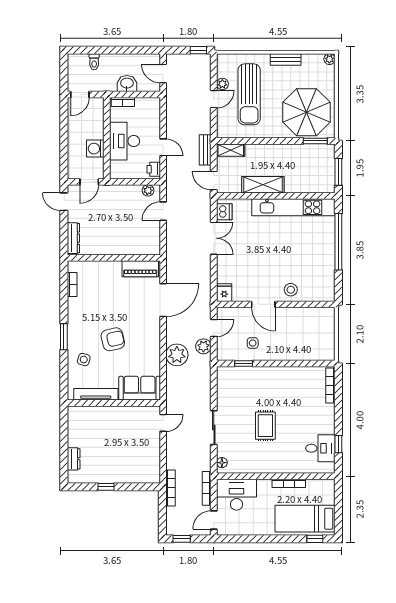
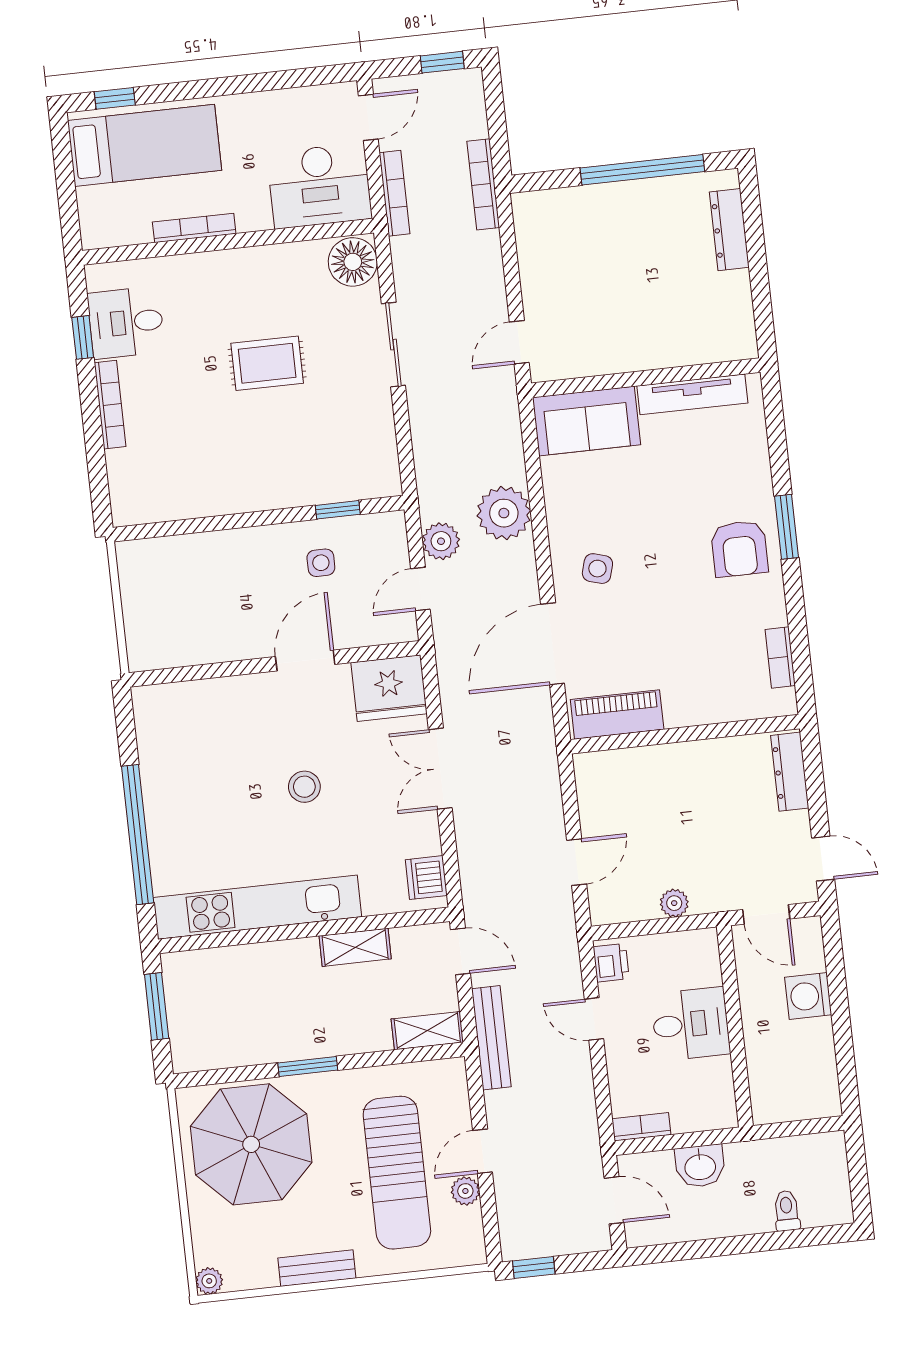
door: (80, 94) -> (813, 1126), removed
sun lounger: (249, 94) -> (397, 1173), turned 180
bookcase: (123, 102) -> (641, 1127), moved
desk: (124, 141) -> (691, 1024), width x0.73
window: (315, 141) -> (308, 1066), moved
washing machine: (95, 149) -> (808, 996), moved, turned 180
bench: (205, 150) -> (491, 1038), width x1.36
door: (89, 182) -> (766, 914), swing flipped
shelving: (263, 185) -> (355, 947), width x0.67, depth x0.75
plant: (148, 190) -> (674, 903), moved
double door: (214, 238) -> (440, 769), moved
stool: (291, 290) -> (304, 787), moved
fridge: (224, 293) -> (389, 688), width x1.88, depth x1.34
door: (263, 304) -> (305, 660), hinge flipped
armchair: (113, 339) -> (739, 549), moved, turned -77
side table: (84, 360) -> (597, 569), moved
bookcase: (330, 386) -> (110, 405), moved
rug: (265, 426) -> (267, 363), turned 90
dresser: (74, 459) -> (729, 230), width x1.44
floor lamp: (222, 463) -> (353, 262), width x1.89, depth x1.89
window: (106, 487) -> (642, 170), width x3.17

